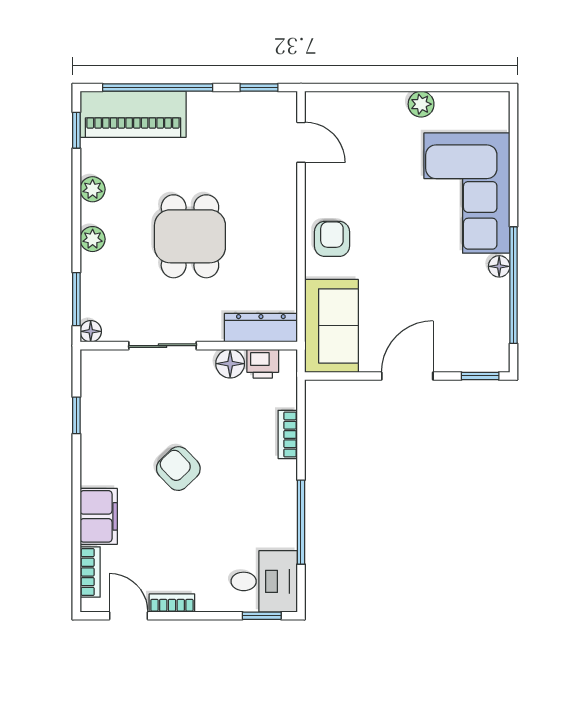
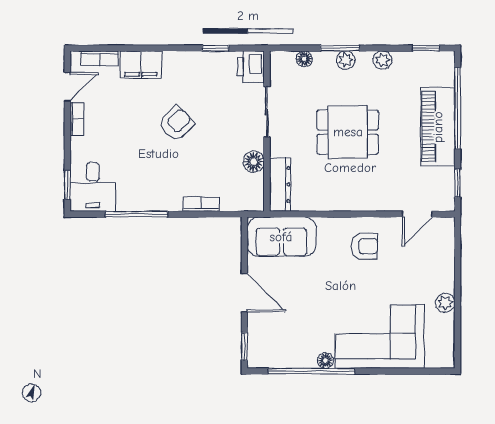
piano: (133, 114) -> (438, 127), moved
armchair: (332, 239) -> (364, 246), moved
window: (76, 299) -> (340, 48), moved
floor lamp: (91, 331) -> (304, 59), moved
printer: (263, 364) -> (251, 67), moved, width x1.36, depth x1.24

